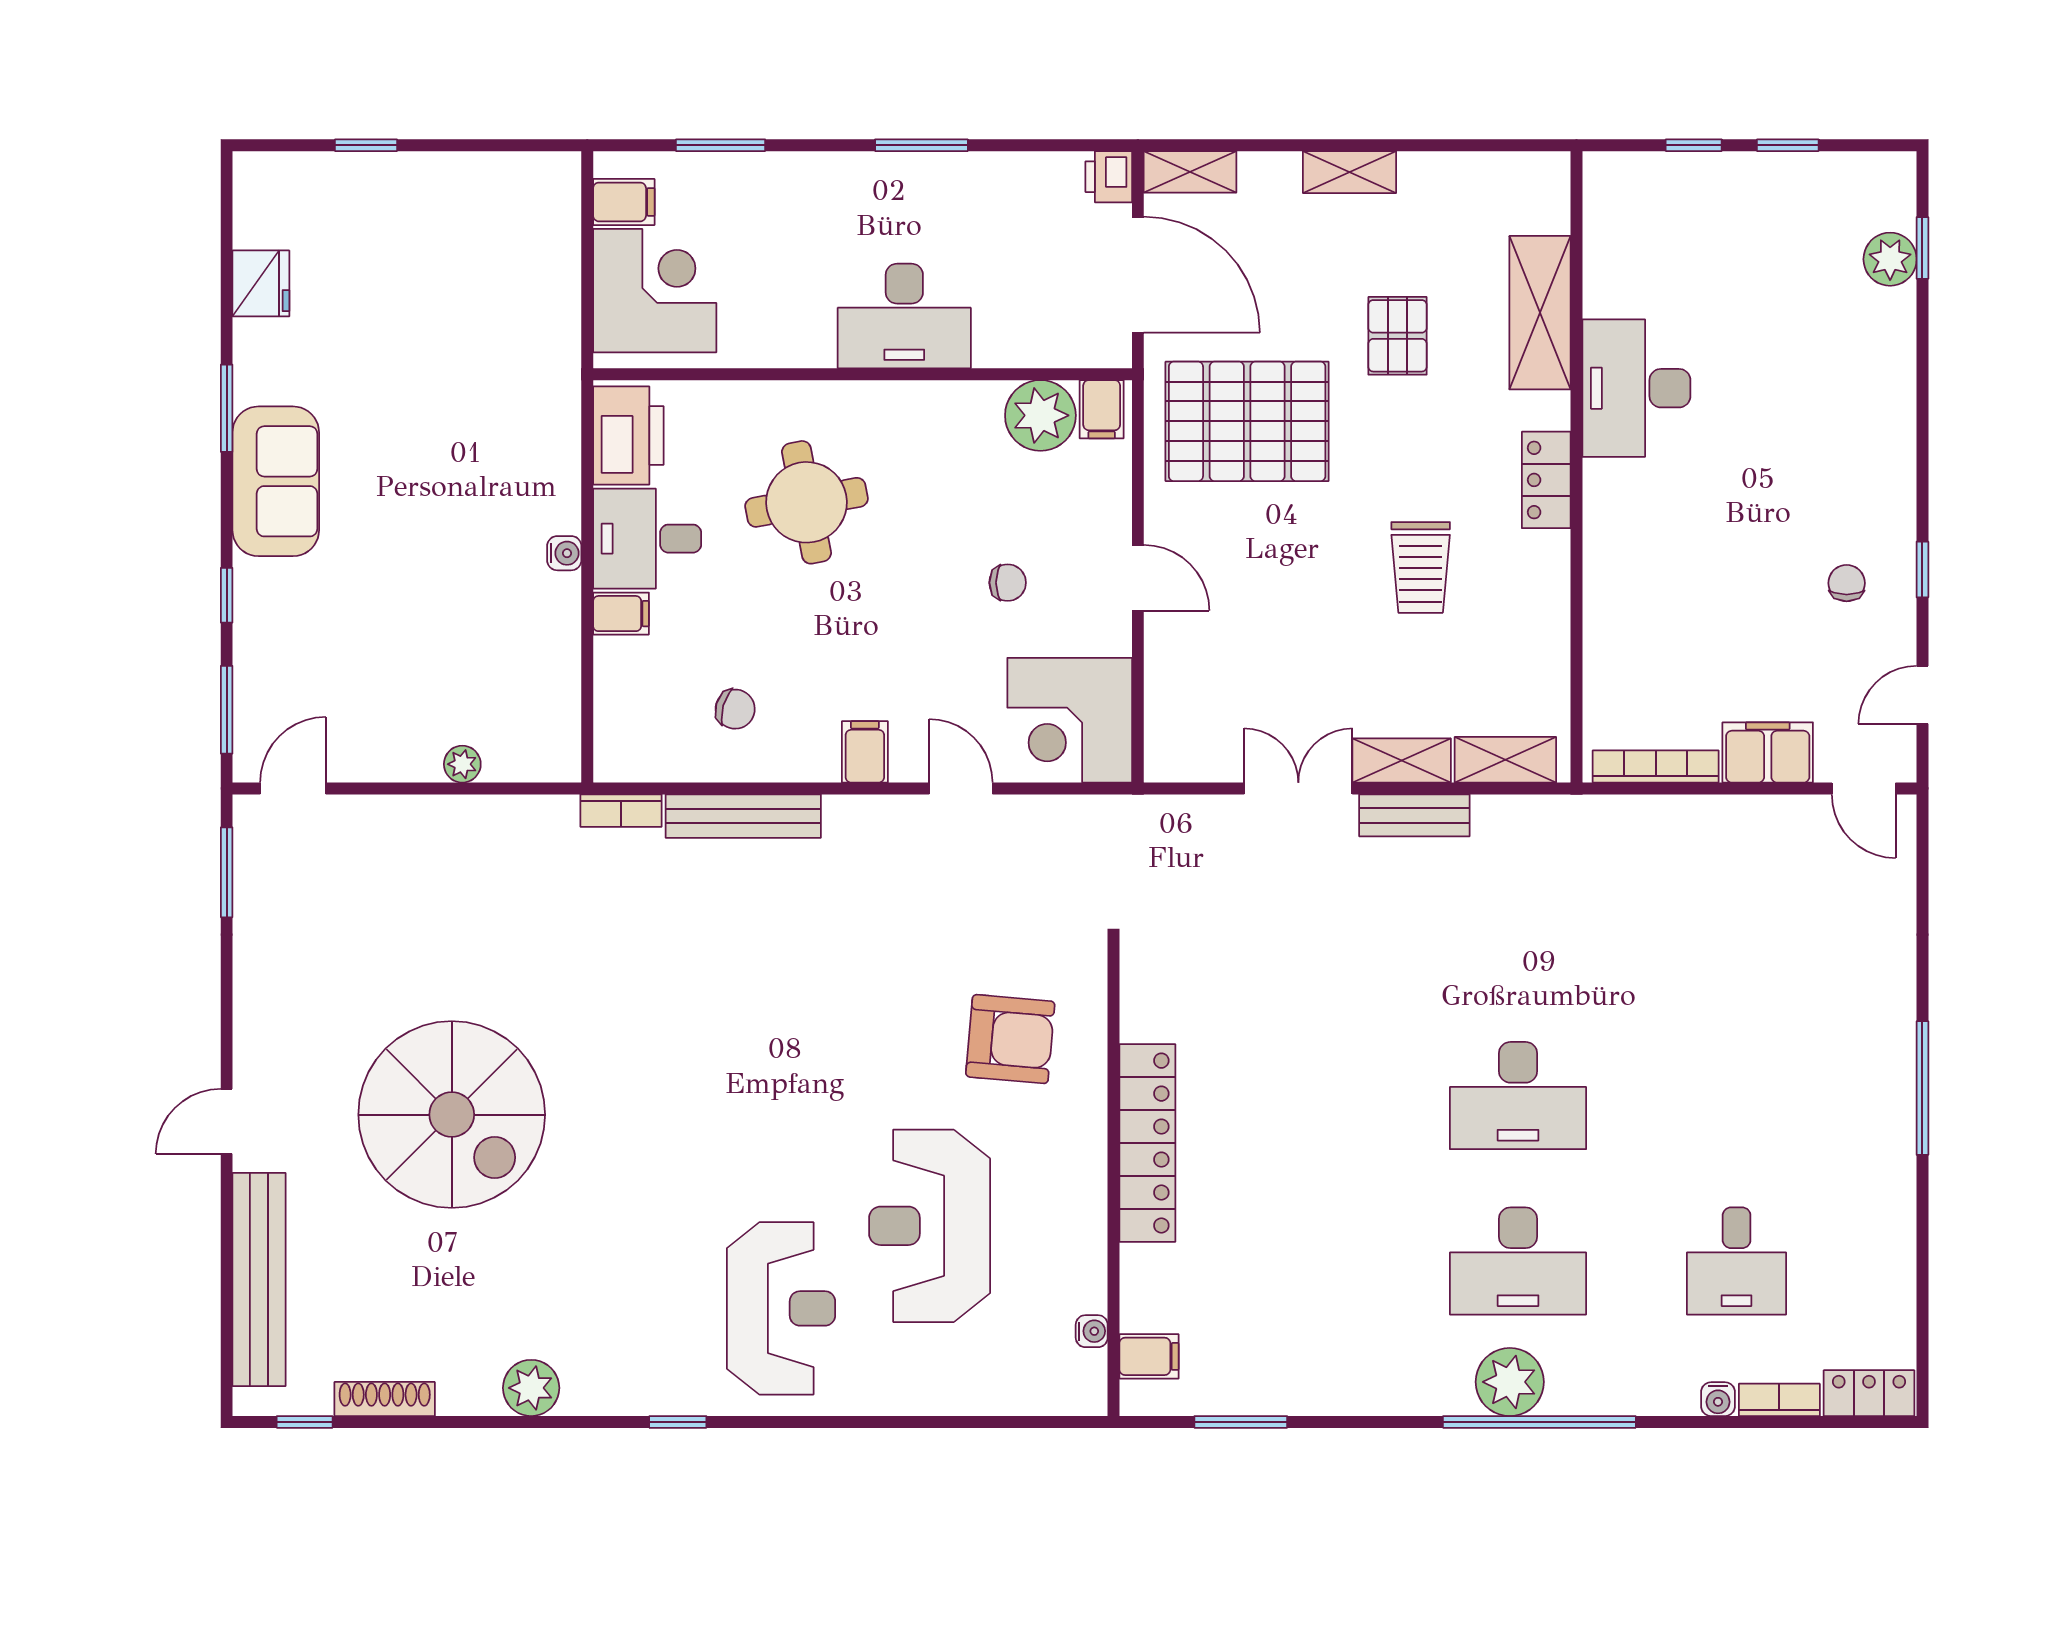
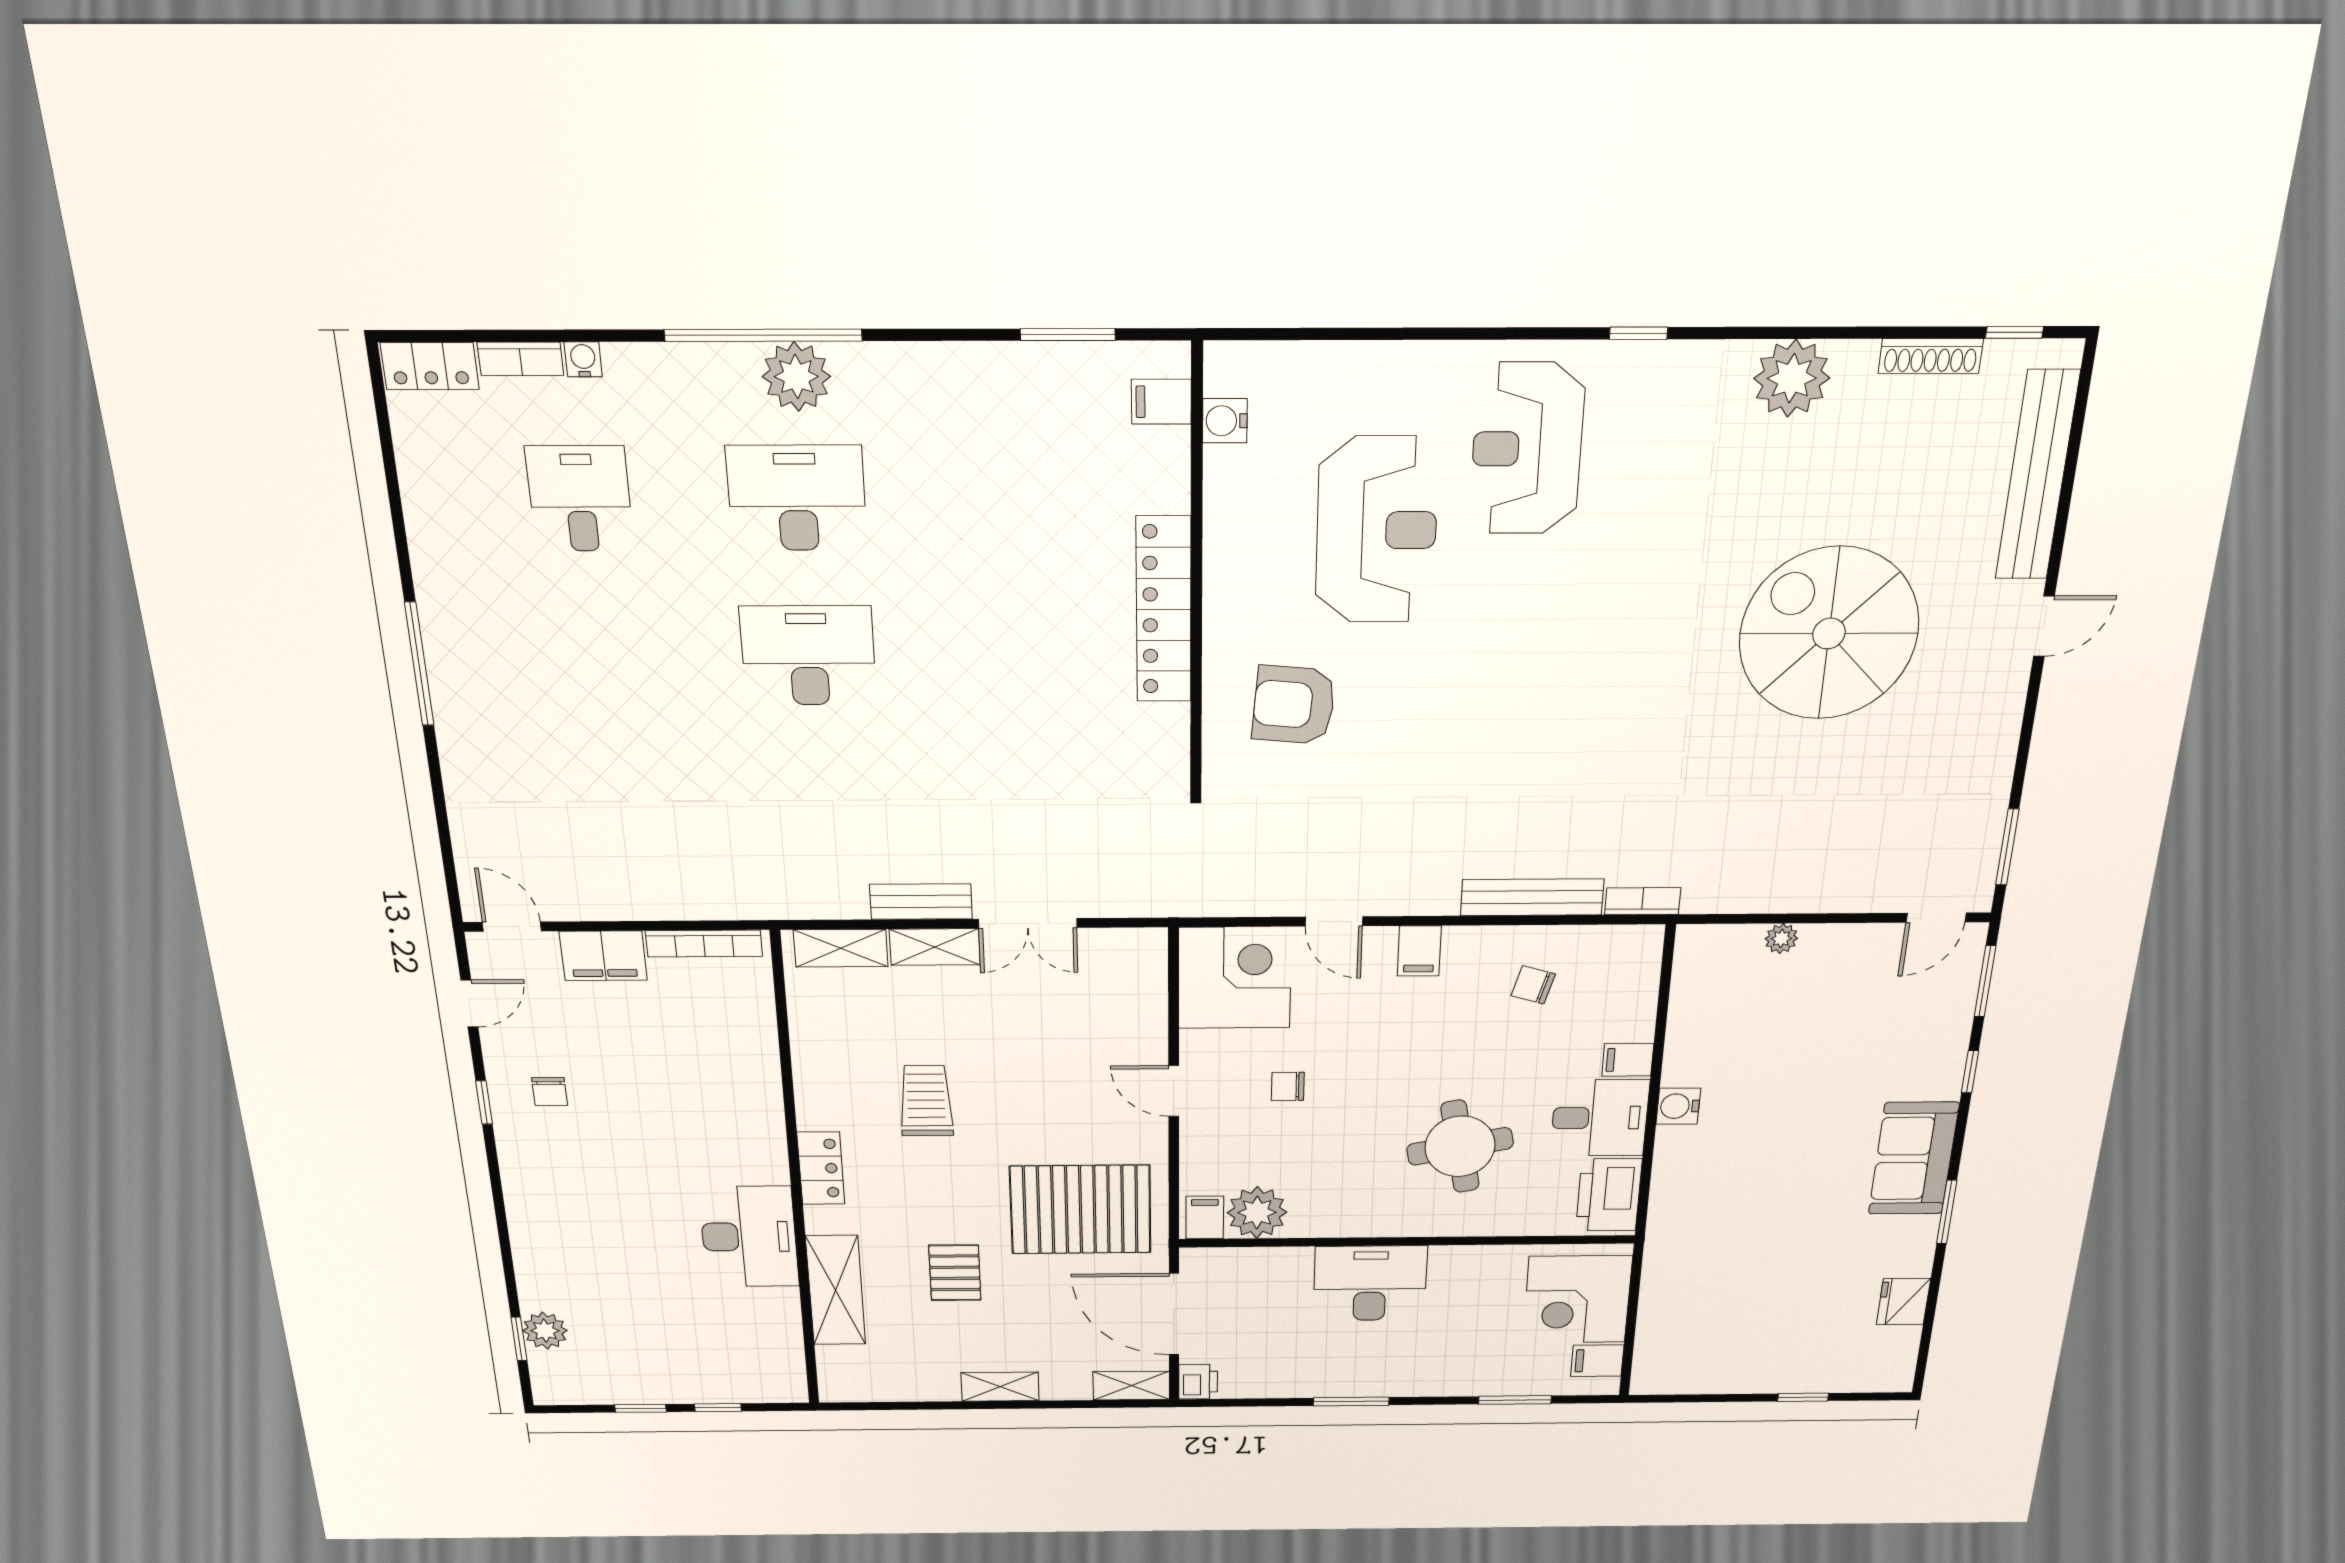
water cooler: (564, 553) -> (1678, 1106), width x1.38, depth x1.38
water cooler: (1092, 1331) -> (1225, 421), width x1.38, depth x1.38
plant: (531, 1388) -> (1792, 378), width x1.36, depth x1.36

